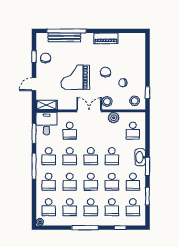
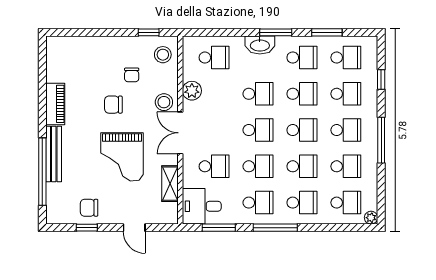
bench: (64, 37) -> (54, 154), moved
shelving: (47, 105) -> (170, 184), moved

